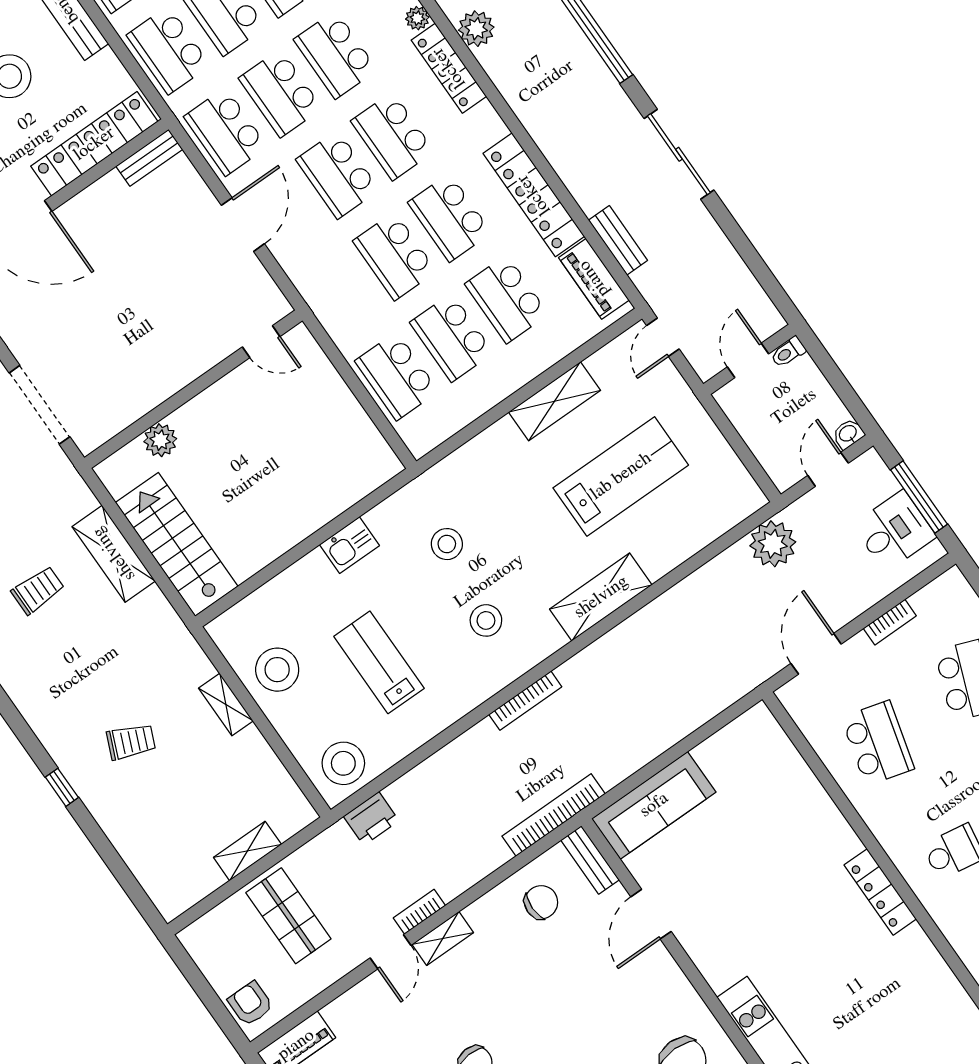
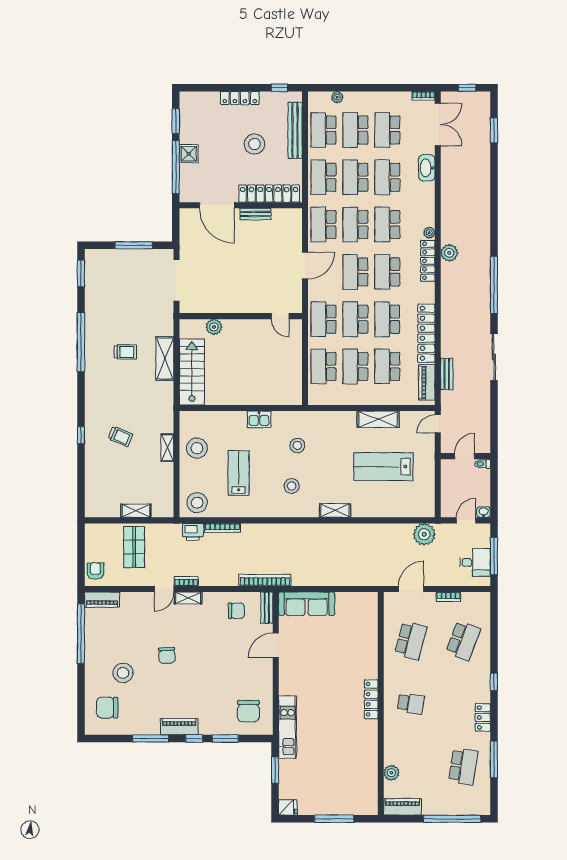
bench: (149, 158) -> (255, 214), moved
school desk: (340, 295) -> (323, 319), added
lab bench: (621, 476) -> (383, 467), turned 180
shelving: (601, 597) -> (335, 510), width x0.67, depth x0.75
bookcase: (525, 701) -> (222, 528), moved

